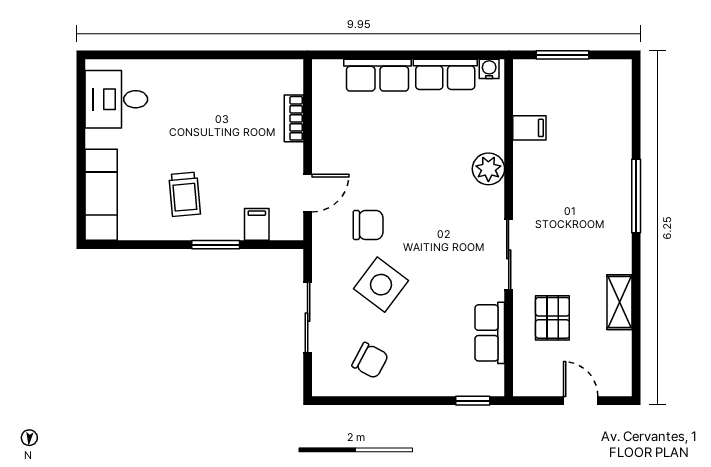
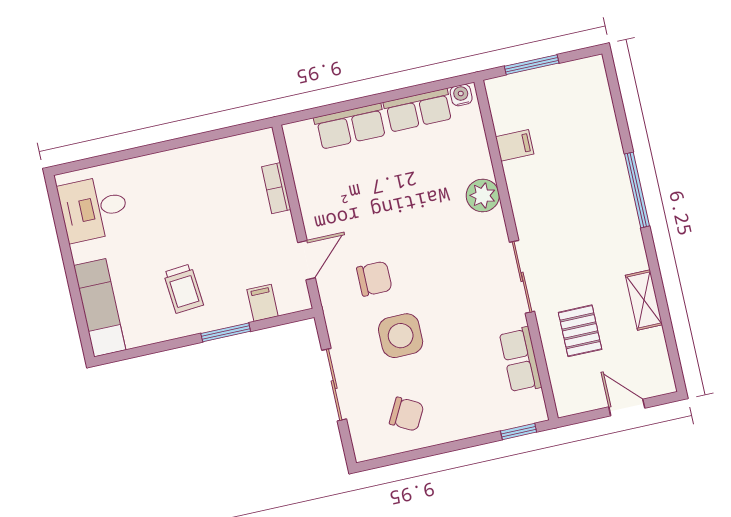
side table: (381, 285) -> (401, 336), turned -37

